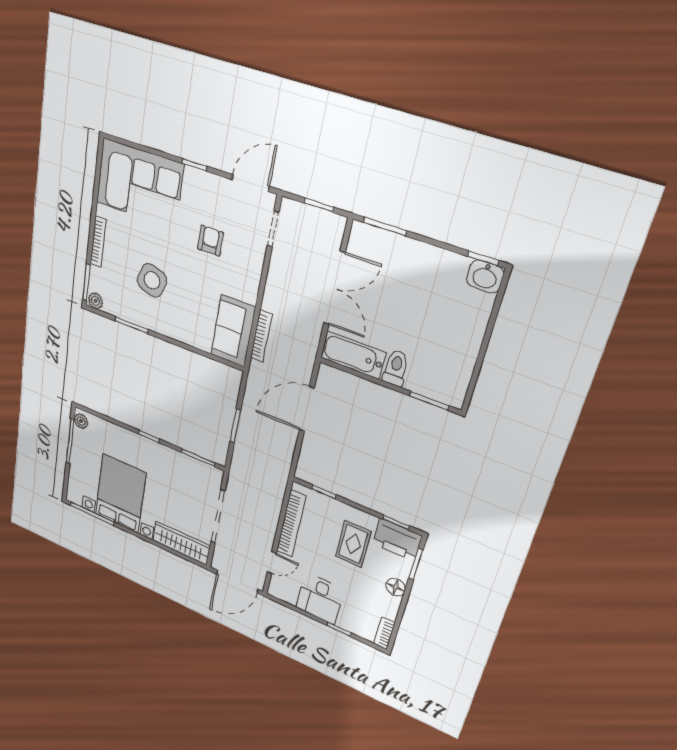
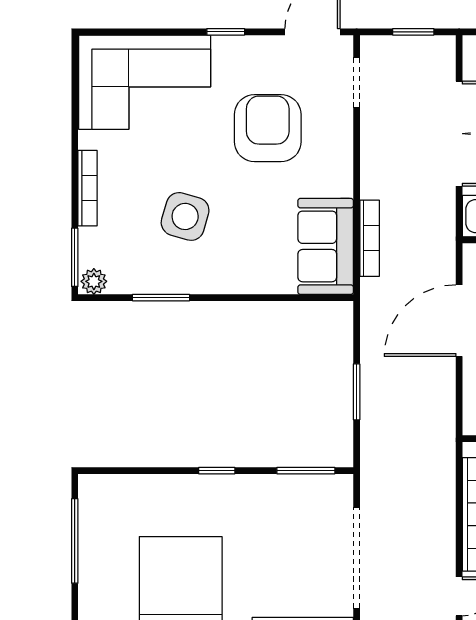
armchair: (210, 241) -> (268, 128), width x1.88, depth x1.88
plant: (81, 421) -> (91, 495), removed

